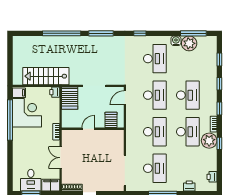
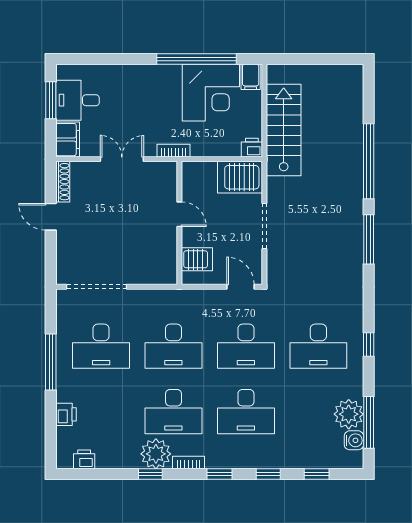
window: (140, 33) -> (369, 345), moved
water cooler: (176, 41) -> (354, 440), moved

